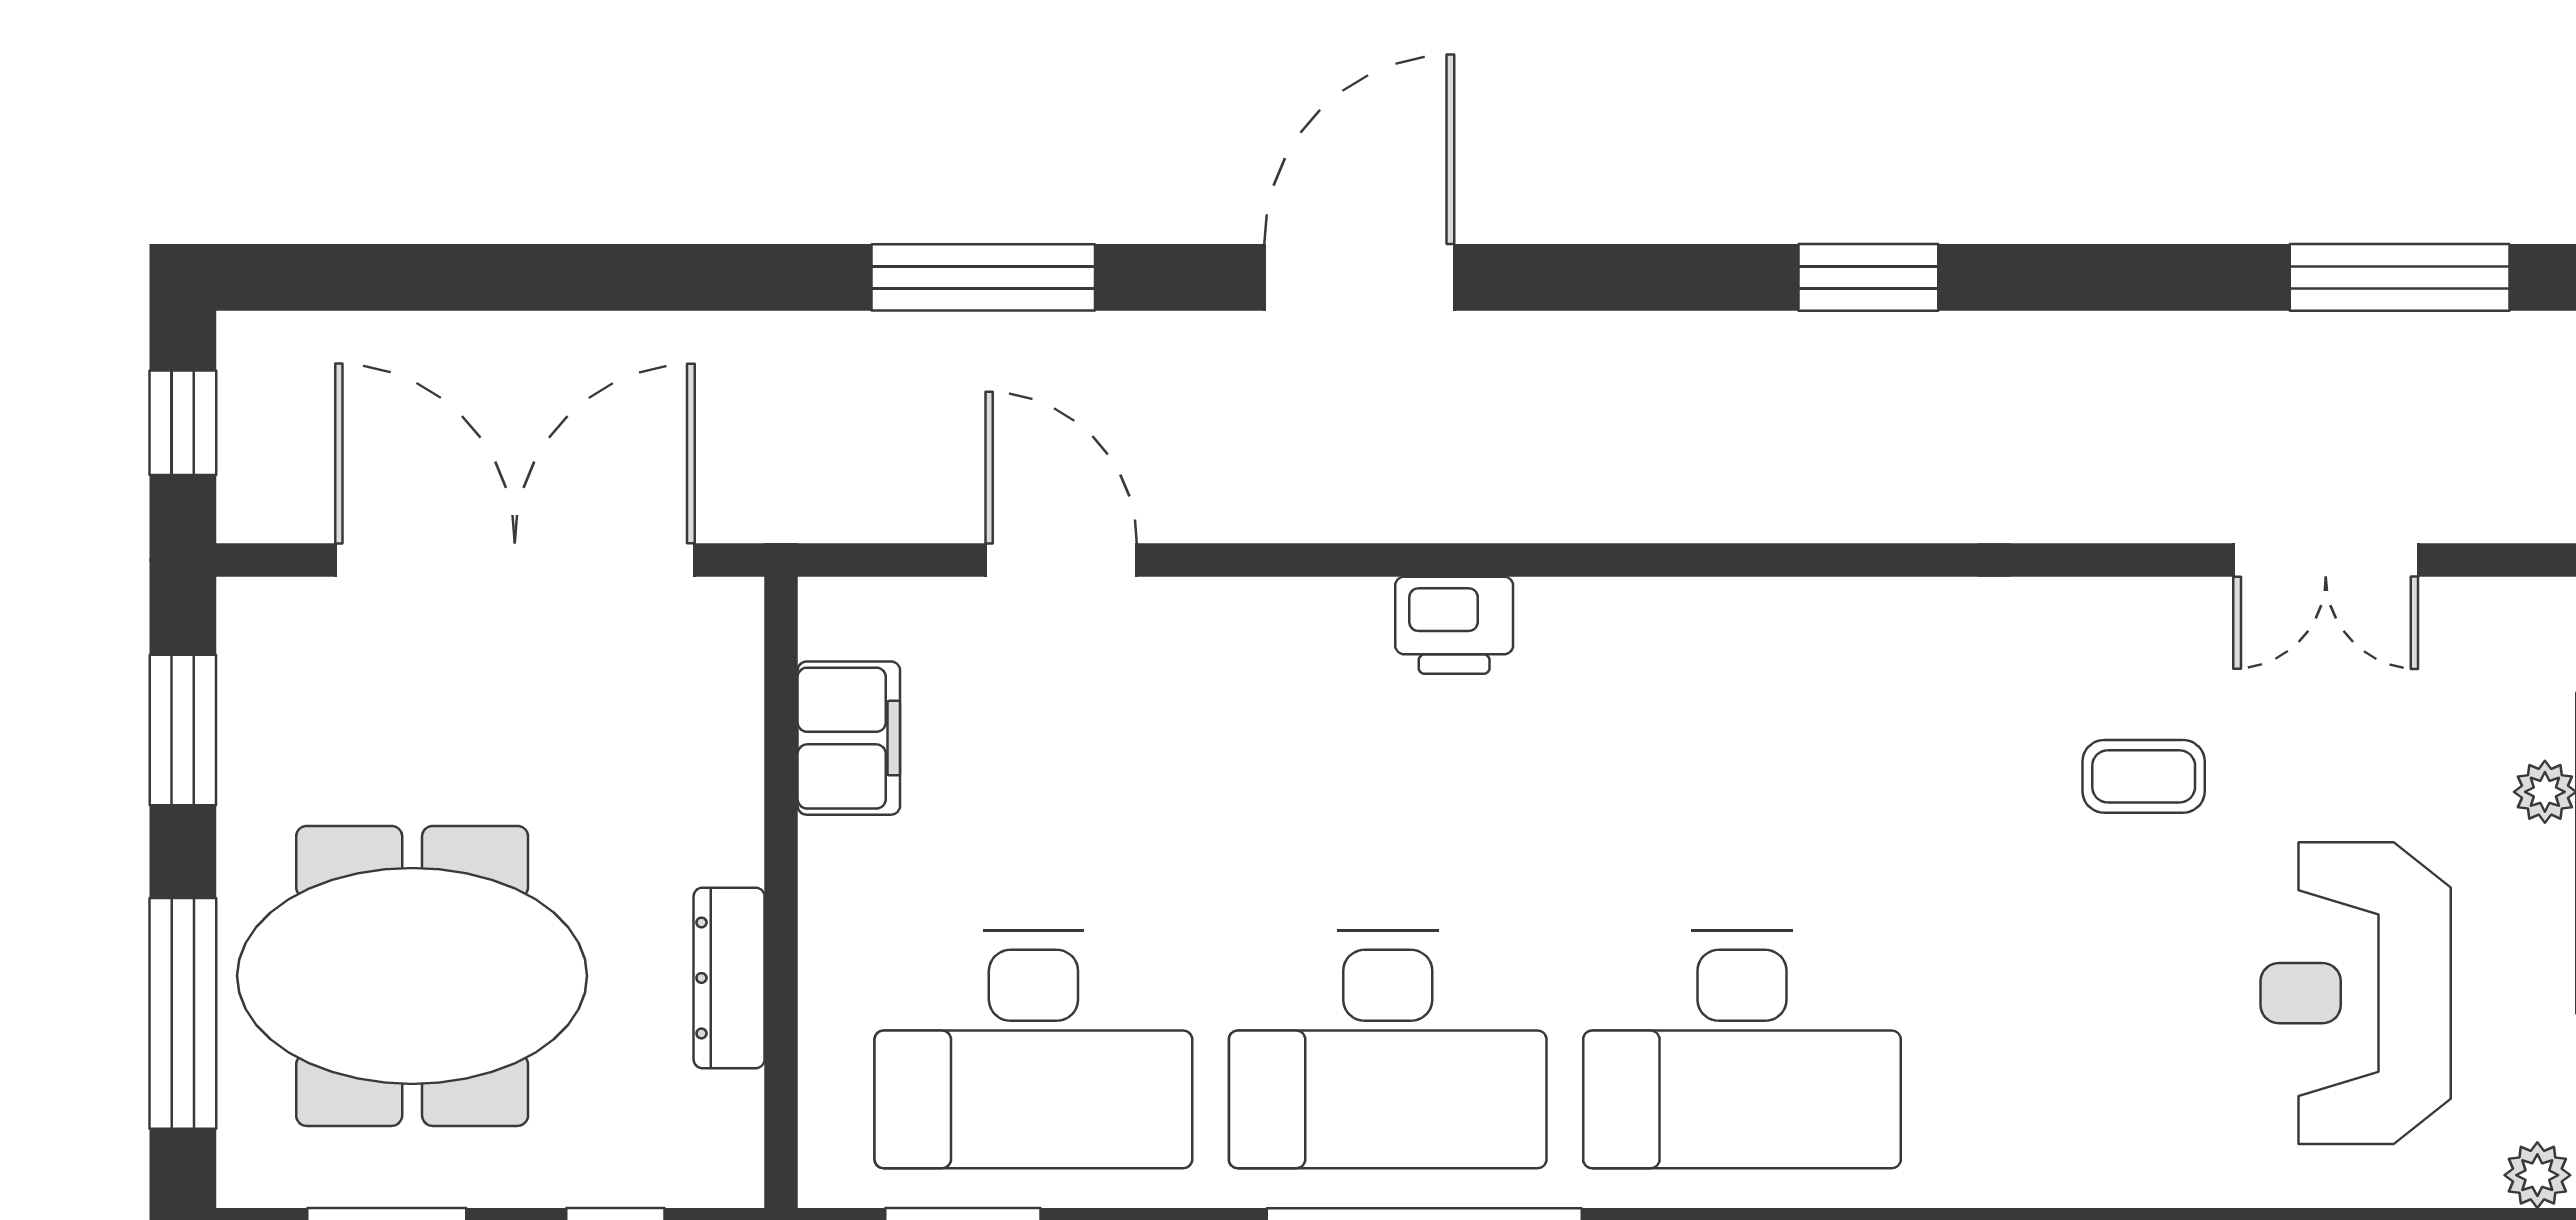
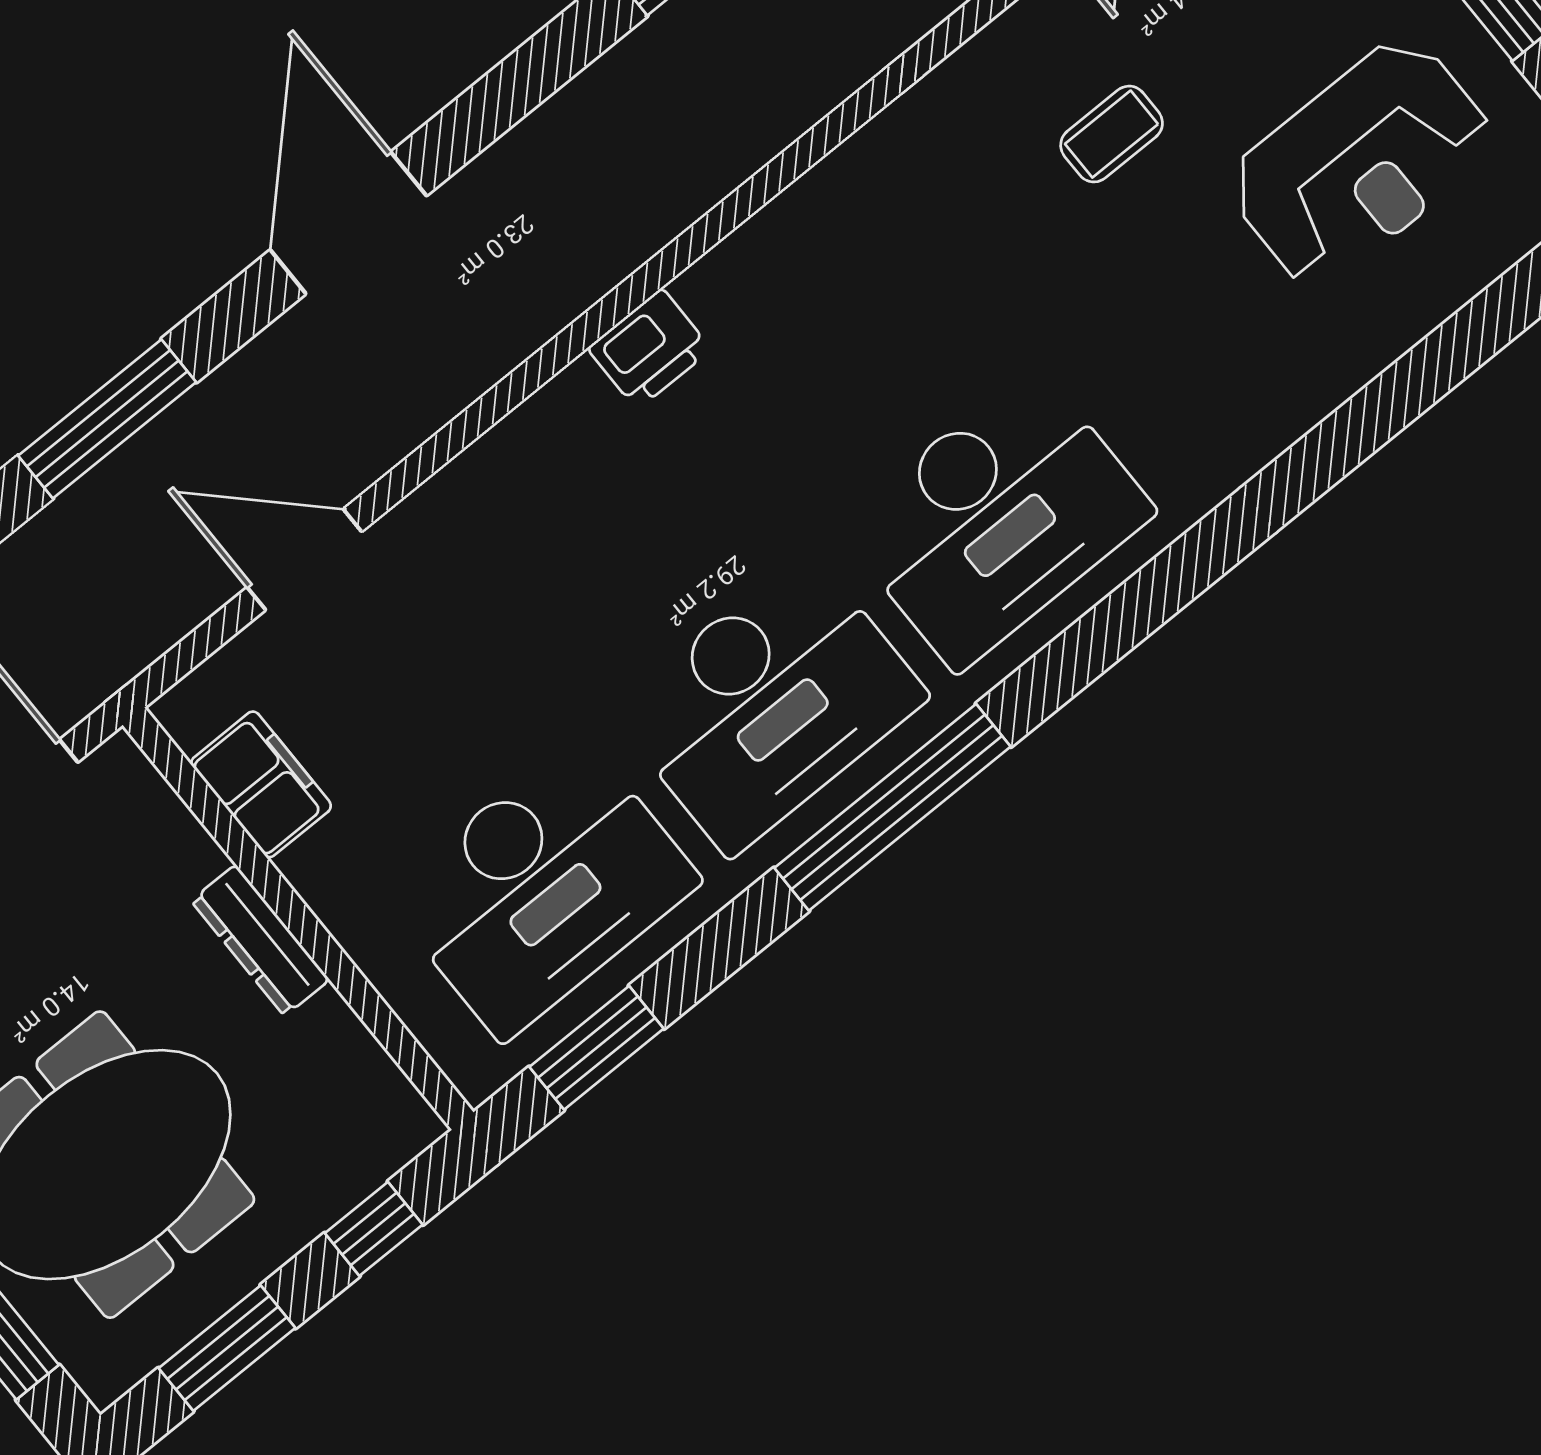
printer: (1454, 625) -> (649, 349), moved
dresser: (729, 978) -> (260, 940), moved
reception desk: (2356, 993) -> (1361, 163), turned -90

